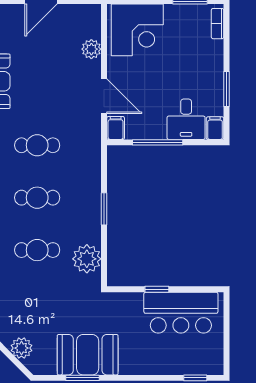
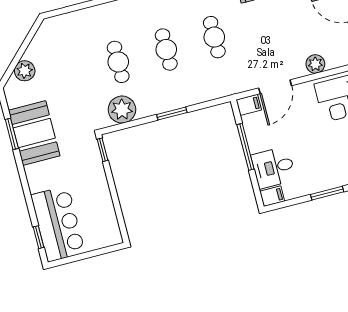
window: (226, 89) -> (327, 193), moved
window: (157, 289) -> (103, 150), moved
bar counter: (181, 313) -> (58, 224), moved, turned 180

